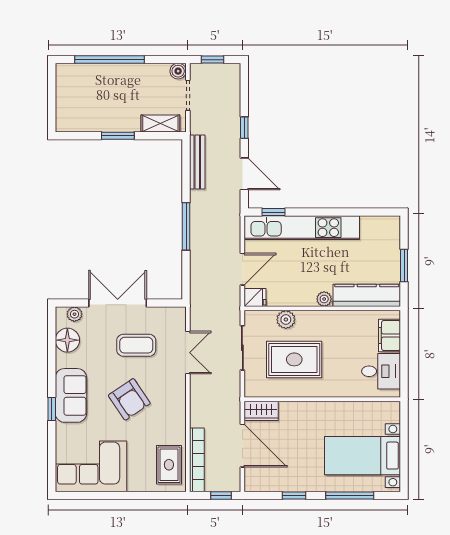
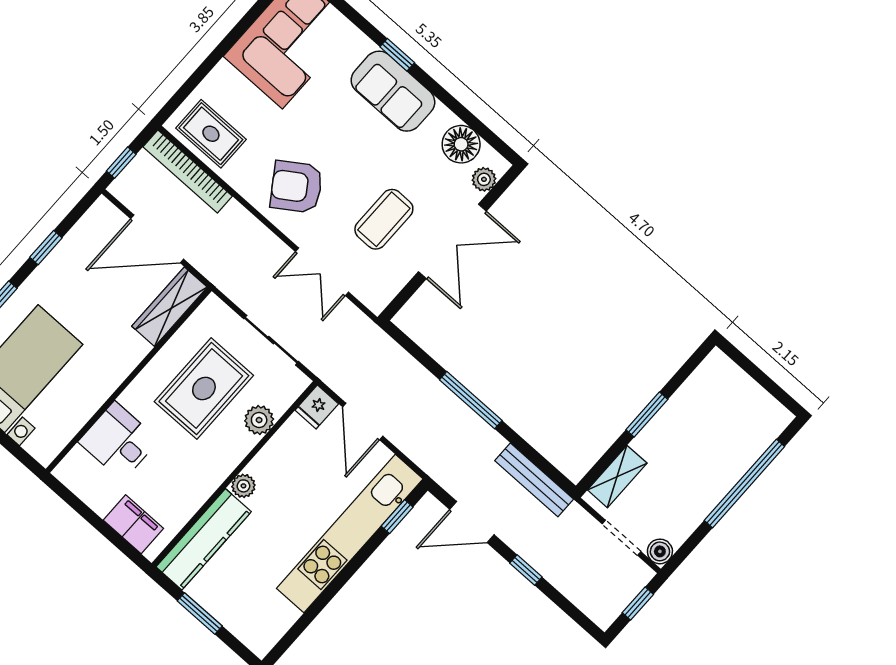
desk: (381, 371) -> (119, 441), moved, turned 90
armchair: (129, 399) -> (296, 187), moved
wardrobe: (261, 411) -> (169, 307), width x1.50

